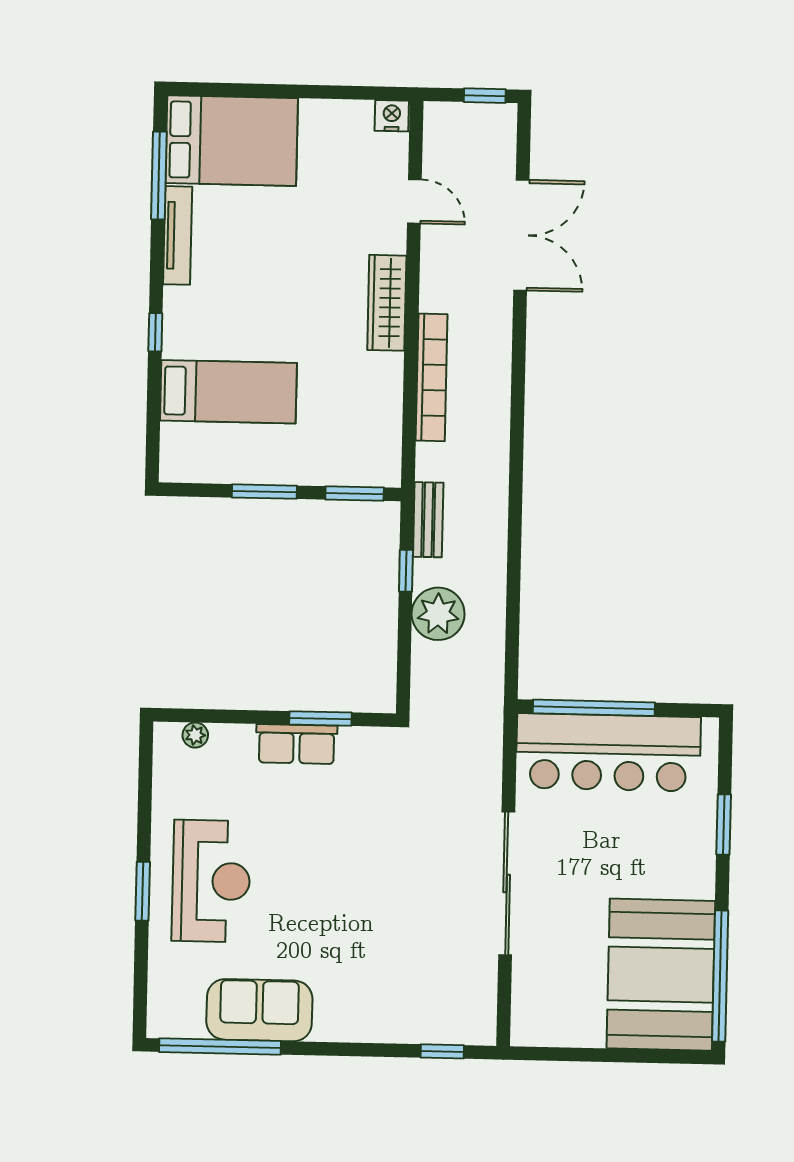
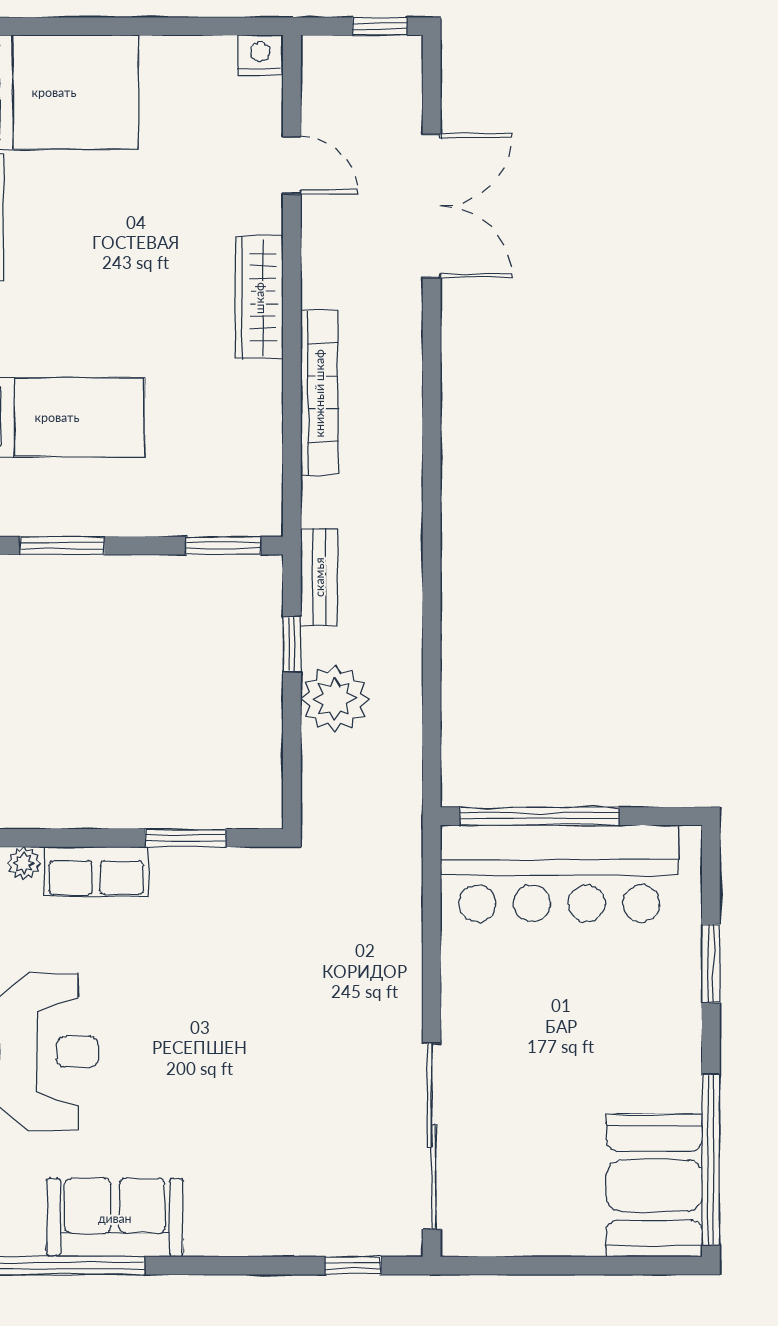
window: (264, 492) -> (62, 546), moved
row of seats: (297, 744) -> (96, 872), moved
sliding door: (507, 883) -> (432, 1136), moved
booth: (661, 975) -> (654, 1186), width x0.73, depth x0.70

